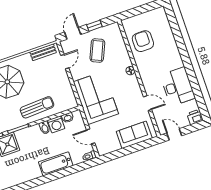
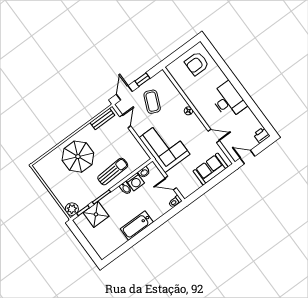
armchair: (143, 41) -> (197, 64), moved, turned -90
desk: (178, 87) -> (228, 100), moved
bathtub: (56, 164) -> (137, 225), moved

